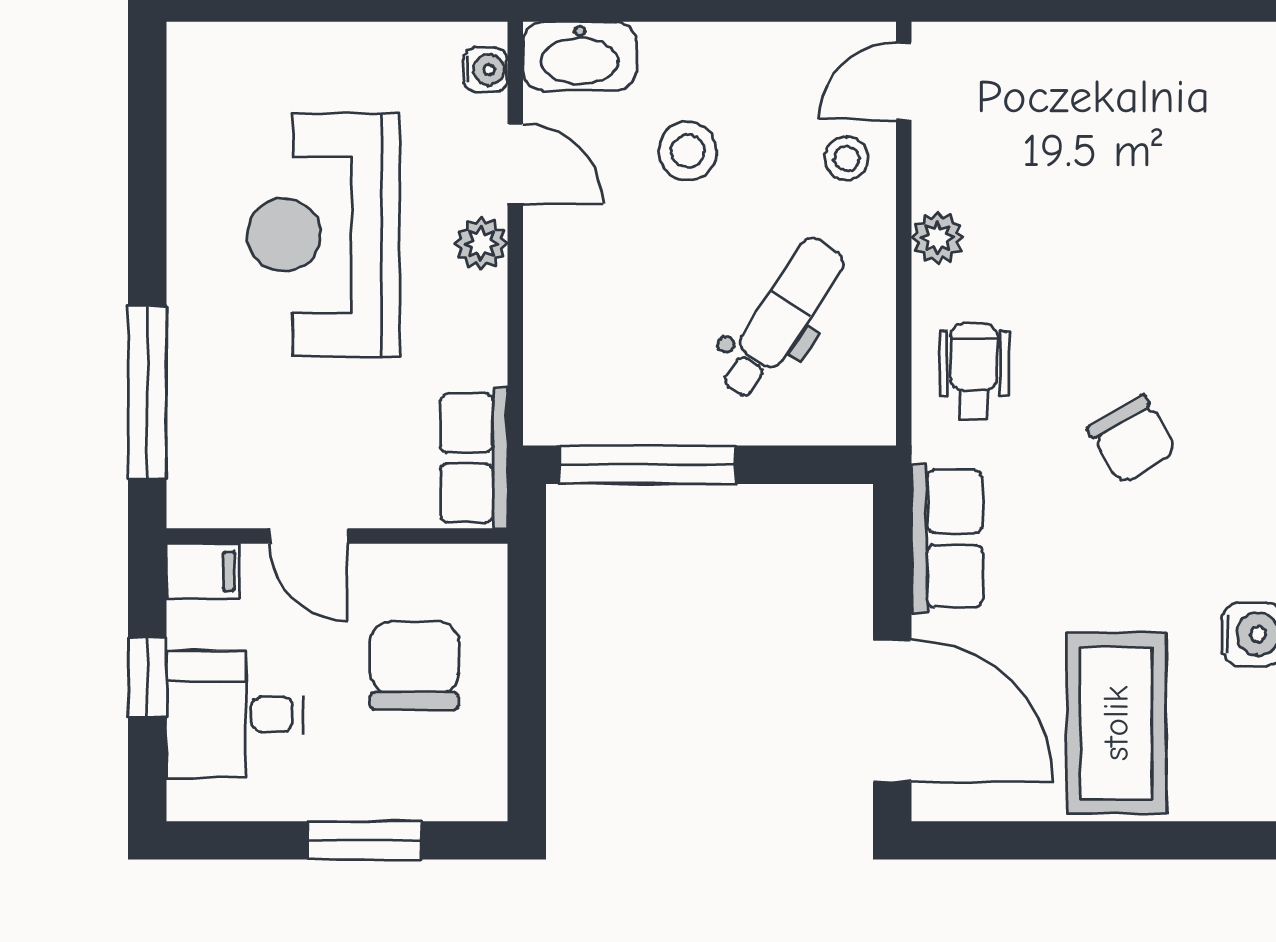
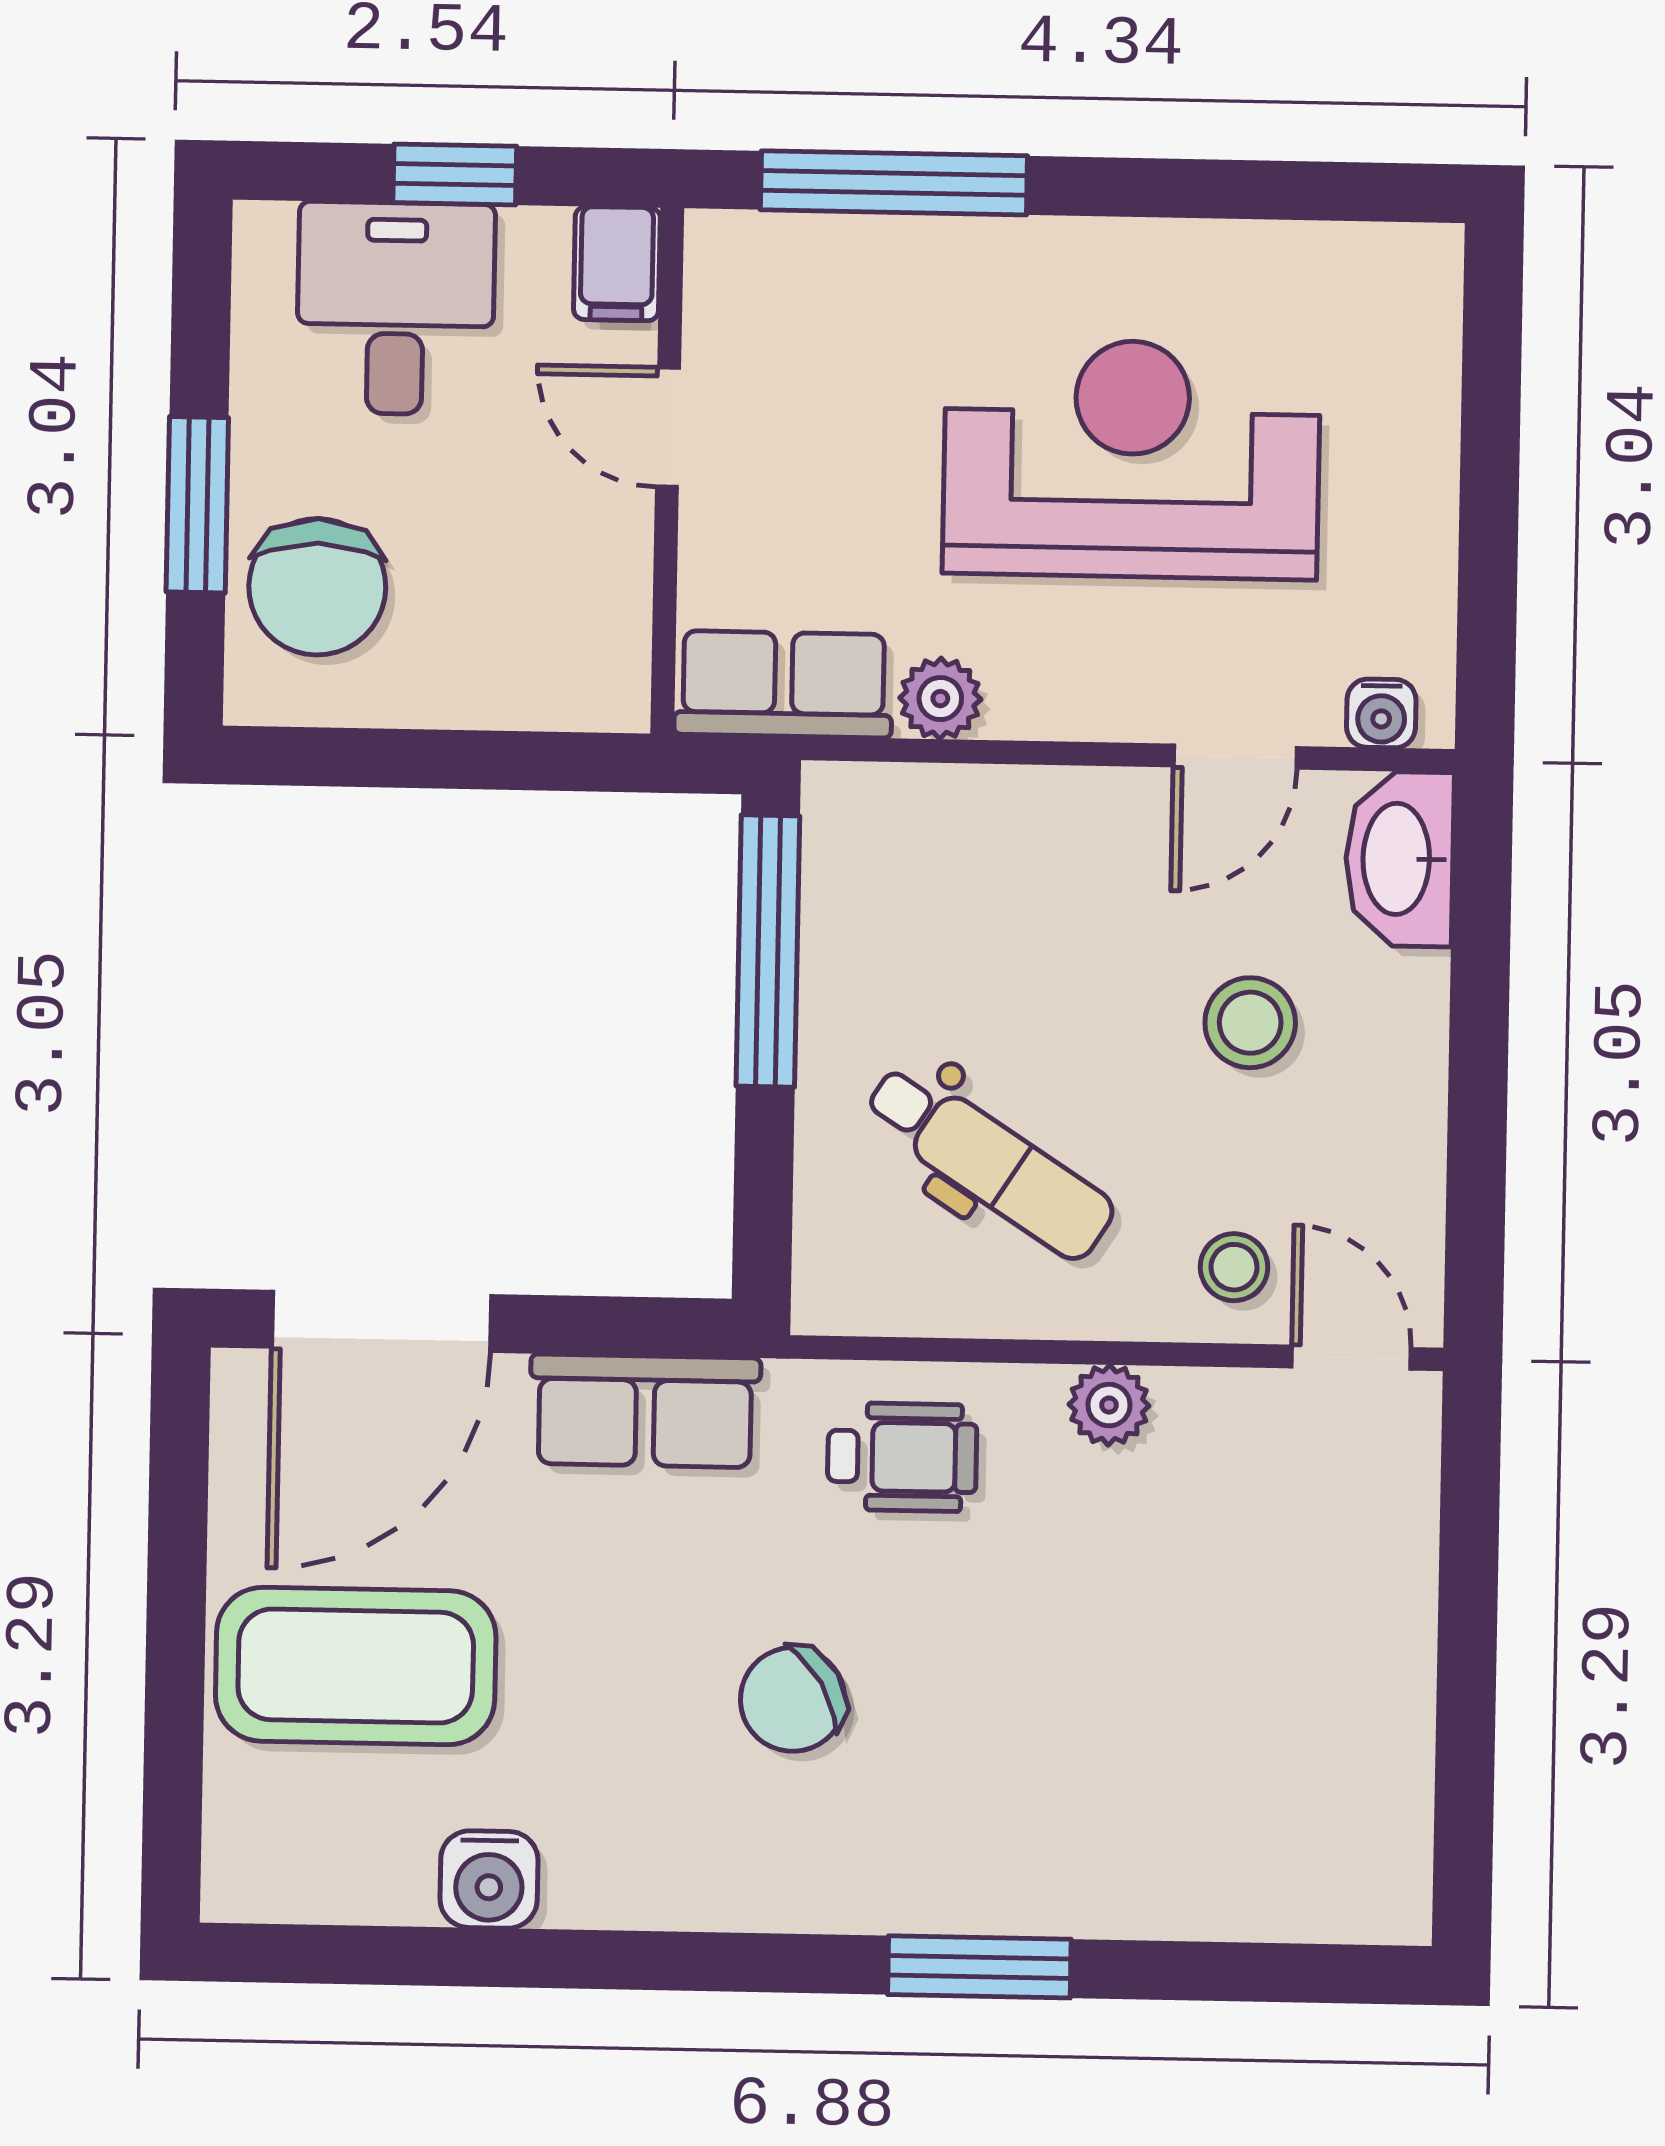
plant: (481, 244) -> (940, 699), moved
door: (309, 536) -> (668, 427), hinge flipped
chair: (414, 665) -> (317, 587), moved, turned 90

